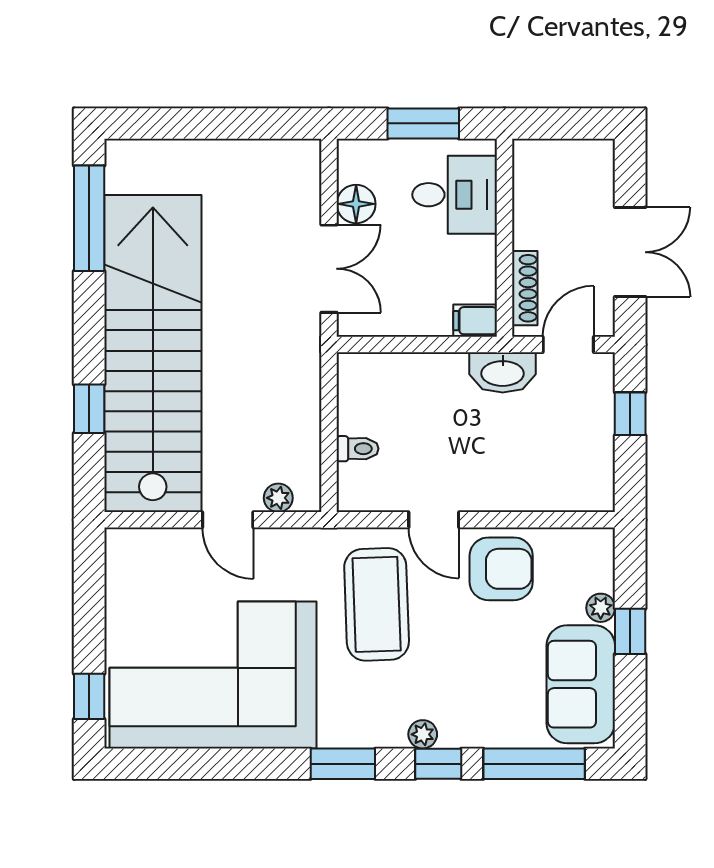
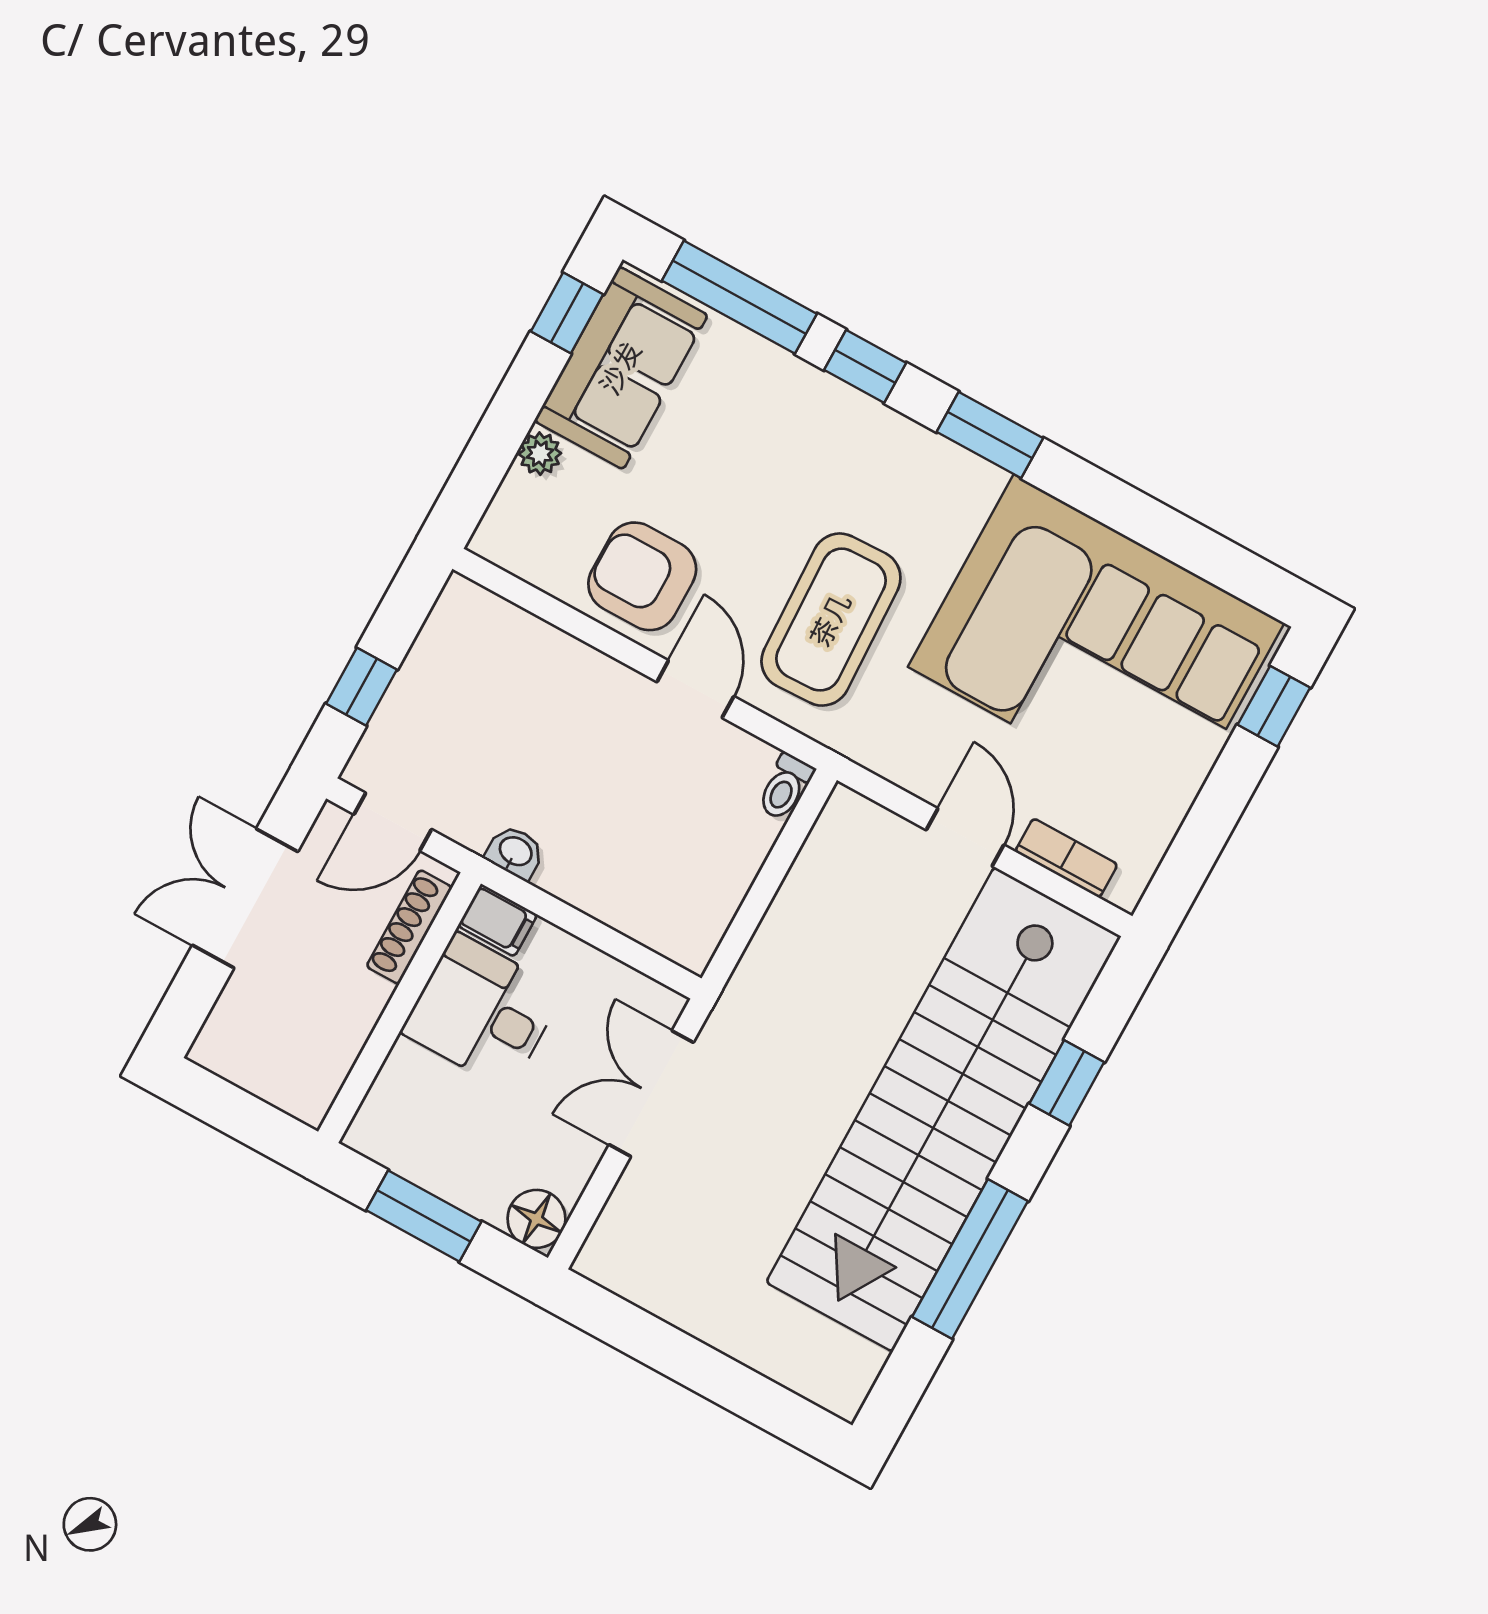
desk: (455, 195) -> (482, 1012), moved
floor lamp: (356, 204) -> (536, 1219), moved
window: (89, 218) -> (970, 1259), moved
washbasin: (503, 372) -> (515, 852), width x0.52, depth x0.69
toilet: (358, 449) -> (785, 787), moved, turned -90
plant: (278, 498) -> (883, 830), removed
bookcase: (162, 540) -> (1066, 858), added
window: (630, 631) -> (567, 313), moved
plant: (423, 734) -> (864, 416), removed

